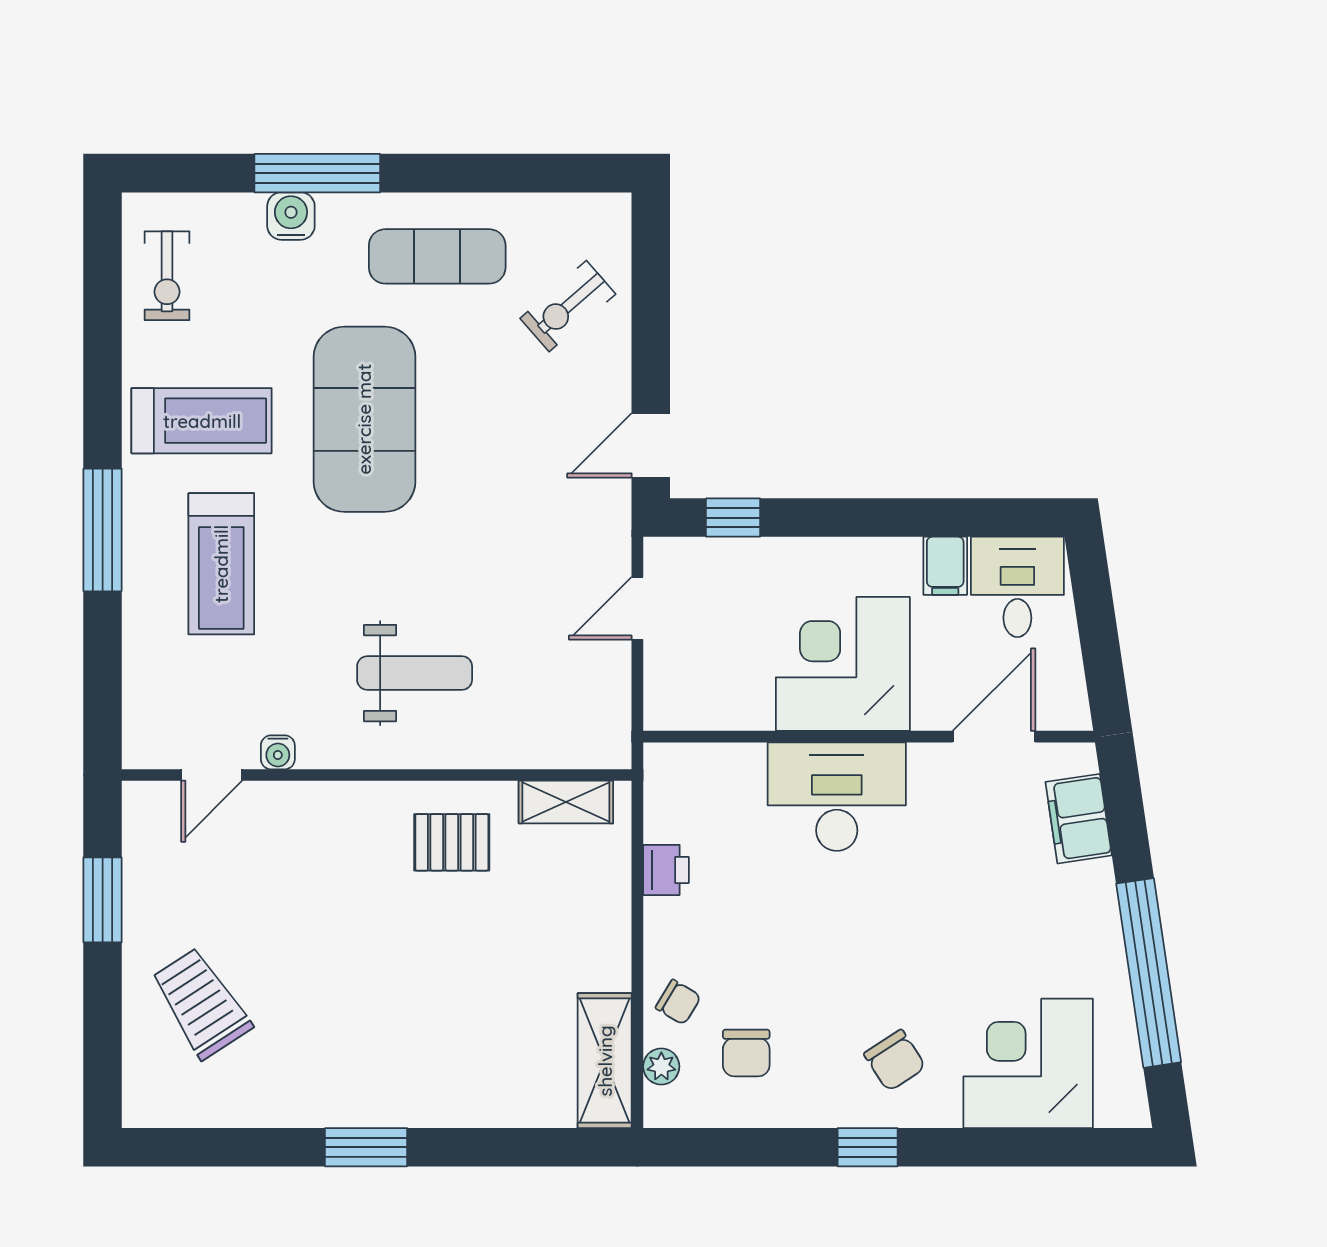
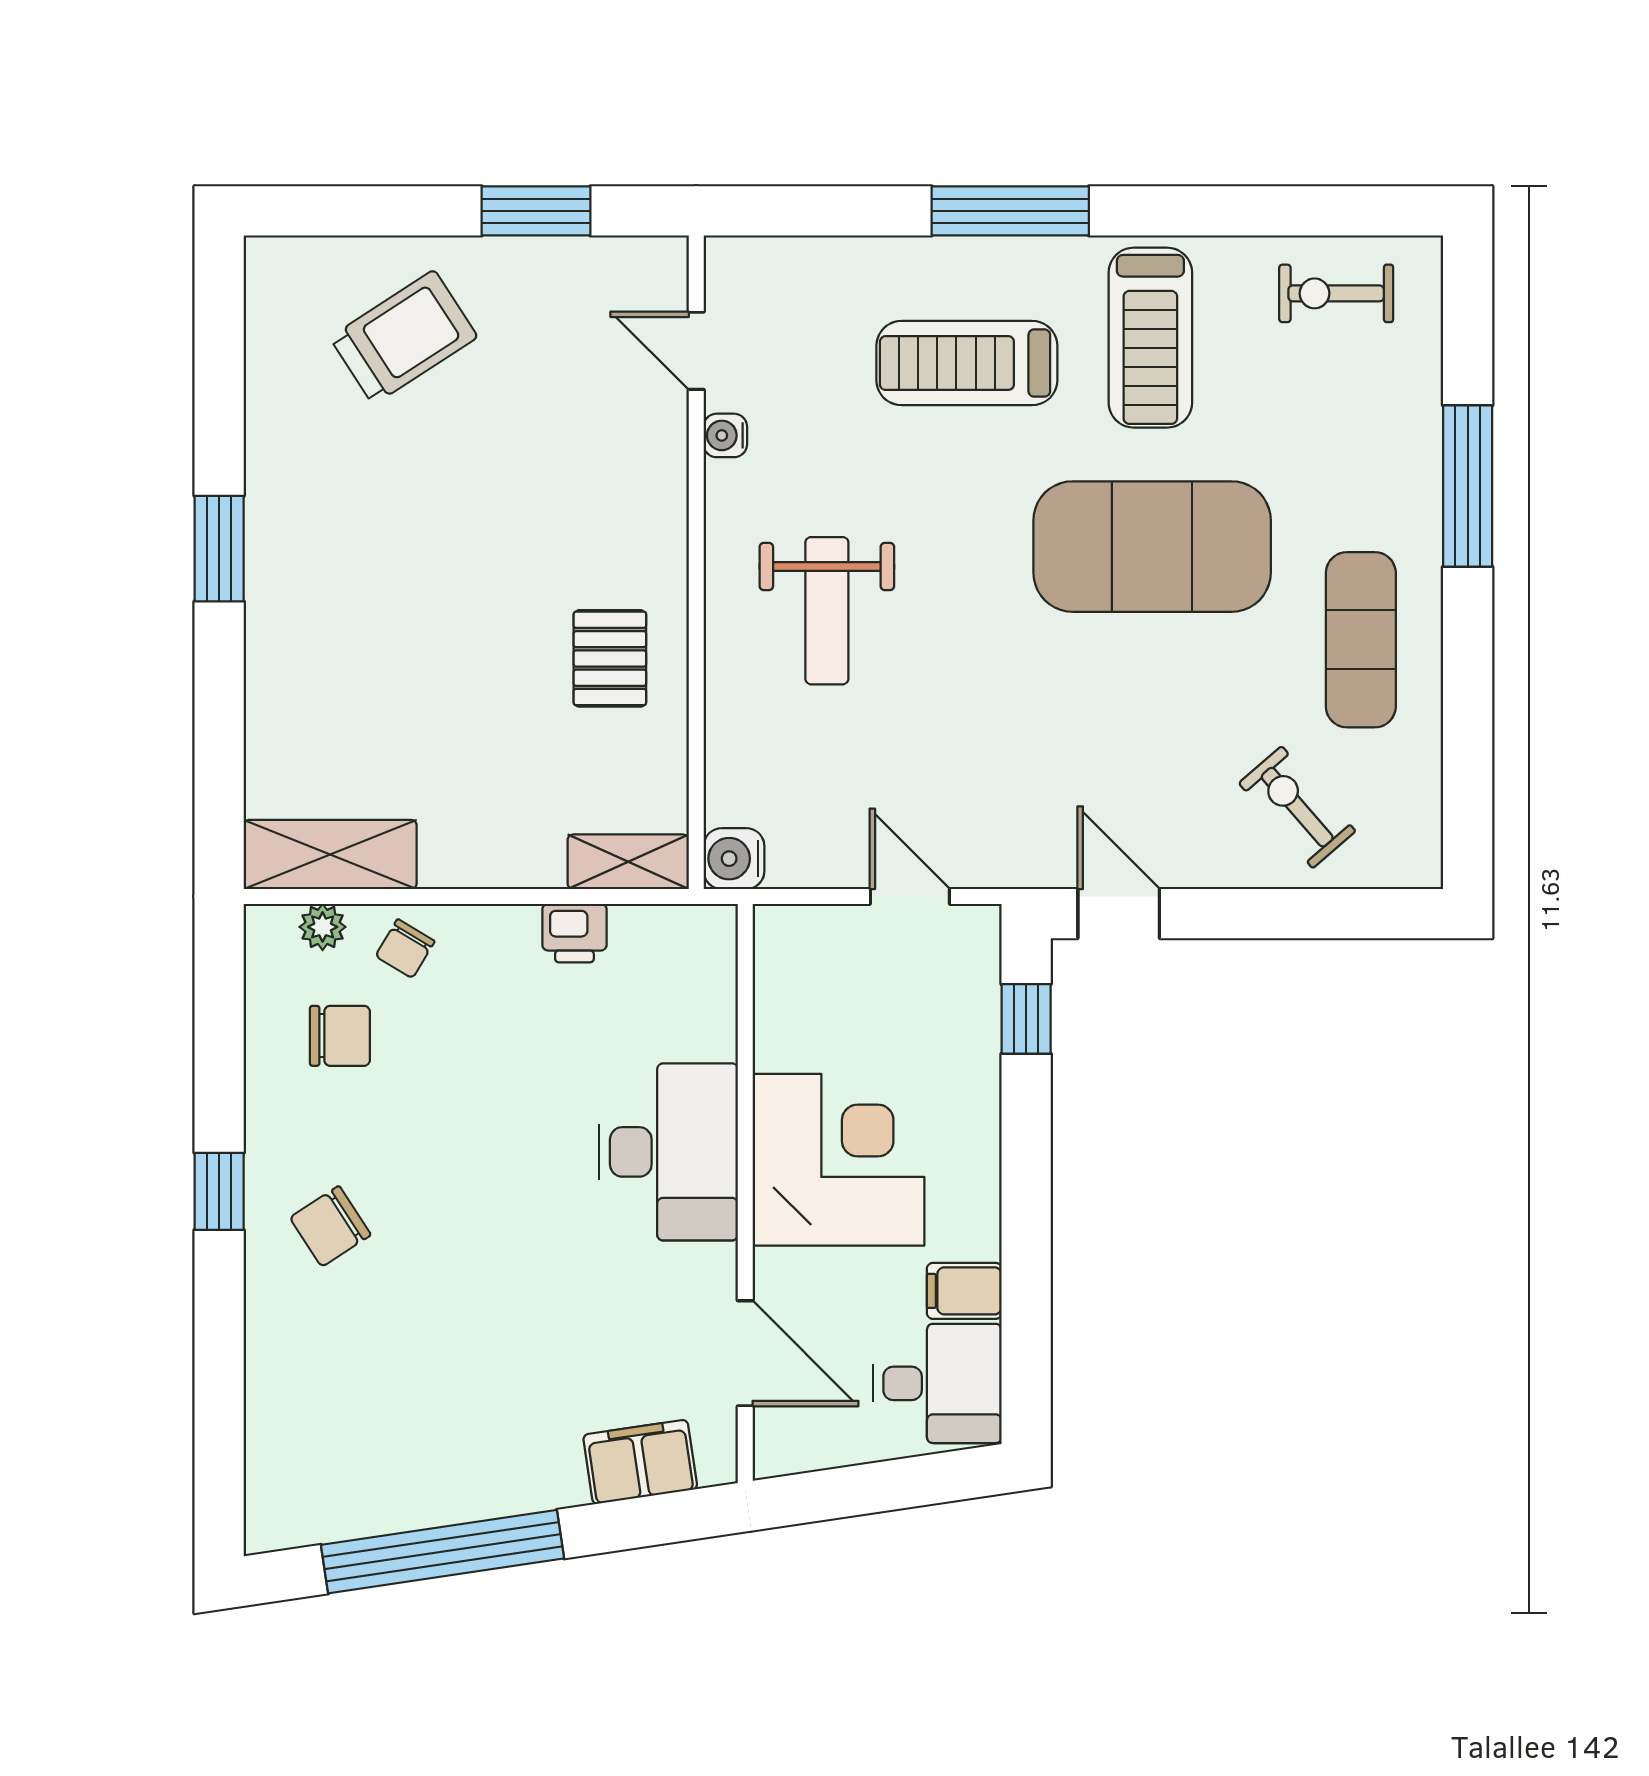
water cooler: (291, 216) -> (734, 859), moved, turned 180
shelving: (566, 802) -> (628, 862), moved, turned 90
chair: (746, 1053) -> (340, 1036), turned 180
corner desk: (1028, 1063) -> (327, 1397), removed

